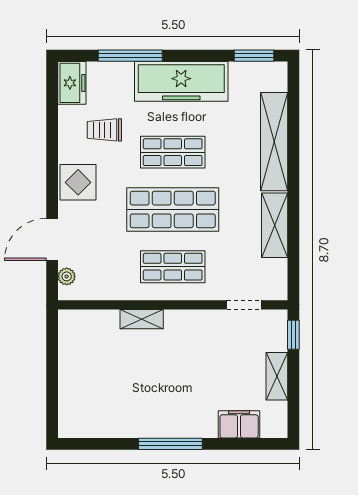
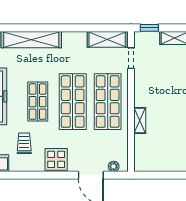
trolley: (104, 130) -> (24, 143), turned 180
shelving: (275, 225) -> (107, 39), moved
shop shelf: (173, 267) -> (108, 102), width x1.43, depth x1.36

